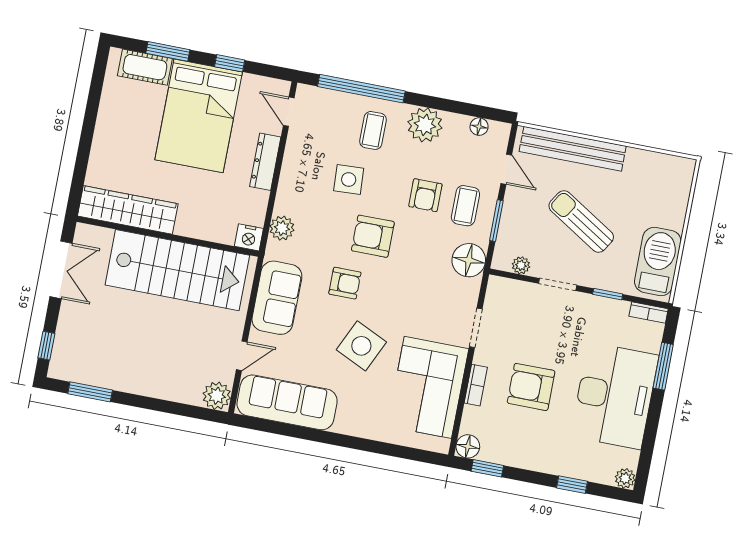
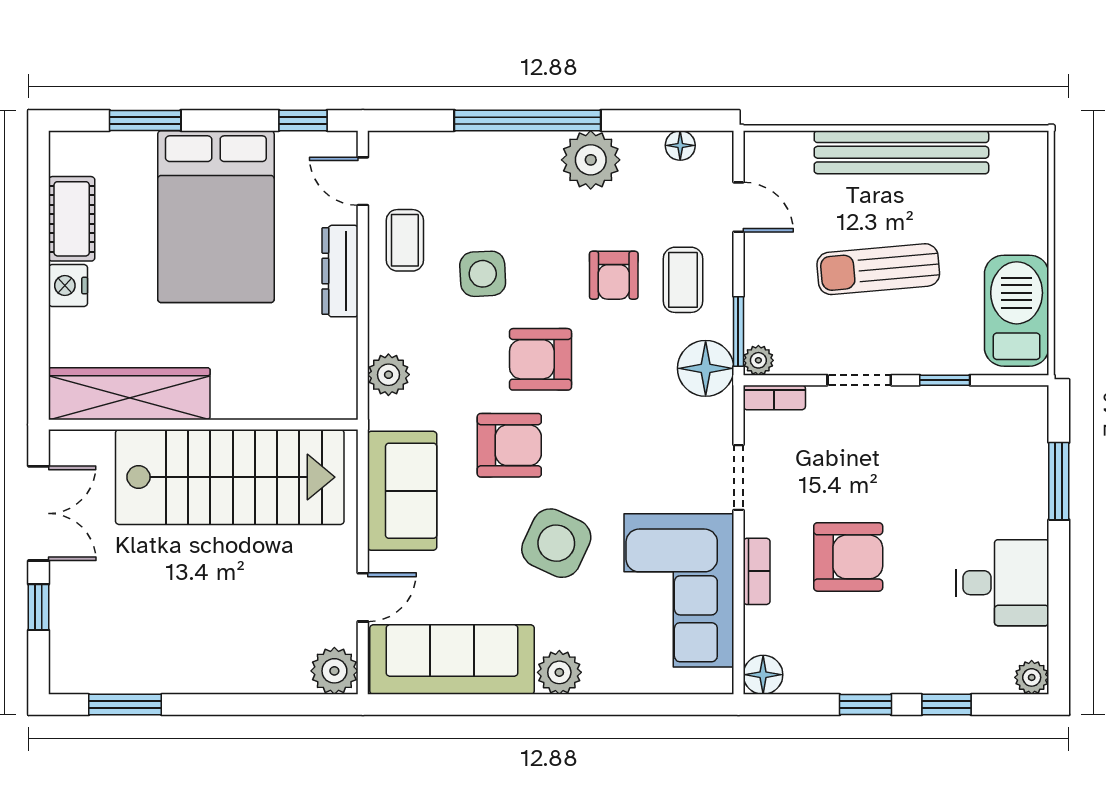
window: (230, 63) -> (303, 120), moved
cot: (145, 67) -> (72, 219), moved, turned 90
window: (361, 89) -> (528, 120), moved
coffee table: (373, 130) -> (405, 240), moved
bench: (573, 149) -> (901, 152), moved
window: (496, 221) -> (738, 331), moved
sun lounger: (581, 221) -> (878, 269), turned -37
nightstand: (249, 237) -> (68, 286), moved, turned 90
plant: (521, 265) -> (758, 360), moved
armchair: (345, 283) -> (509, 445), width x1.38, depth x1.38
bookcase: (649, 312) -> (774, 397), moved
window: (46, 346) -> (38, 607), moved
armchair: (531, 387) -> (848, 557), turned 180
desk: (615, 396) -> (1002, 583), width x0.53, depth x0.77
plant: (349, 422) -> (559, 672), added
window: (487, 468) -> (865, 705), moved

